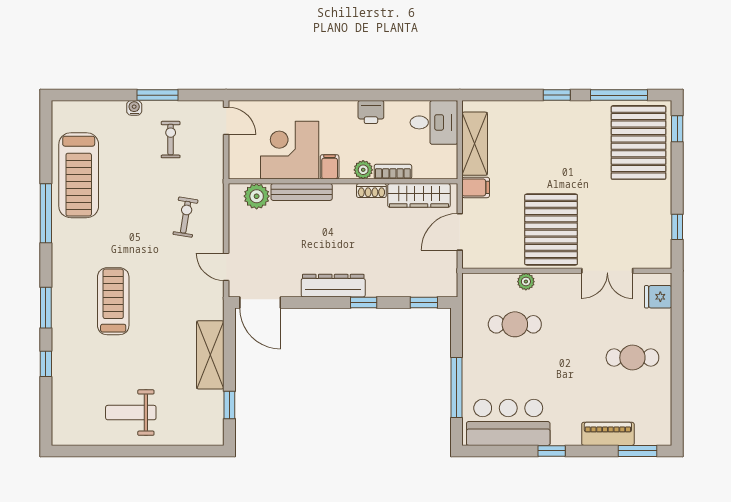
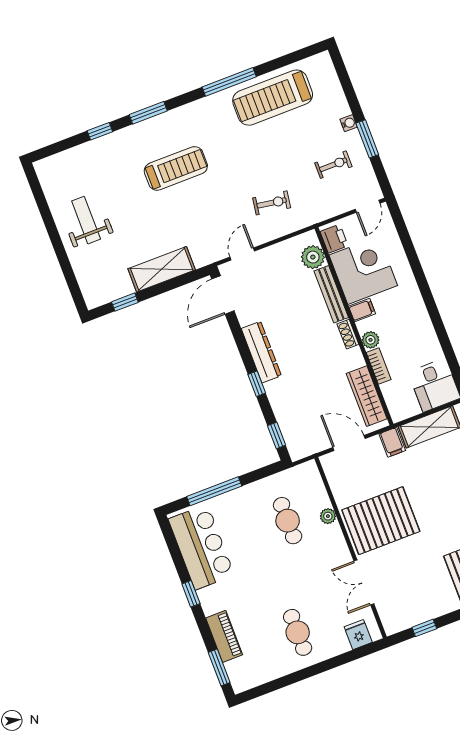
printer: (371, 112) -> (334, 239), moved, turned 180
shoe rack: (371, 191) -> (348, 334), moved

